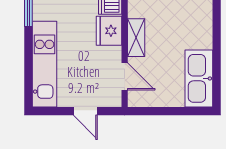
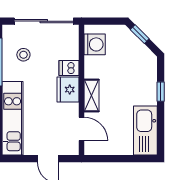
window: (217, 33) -> (161, 92), added

